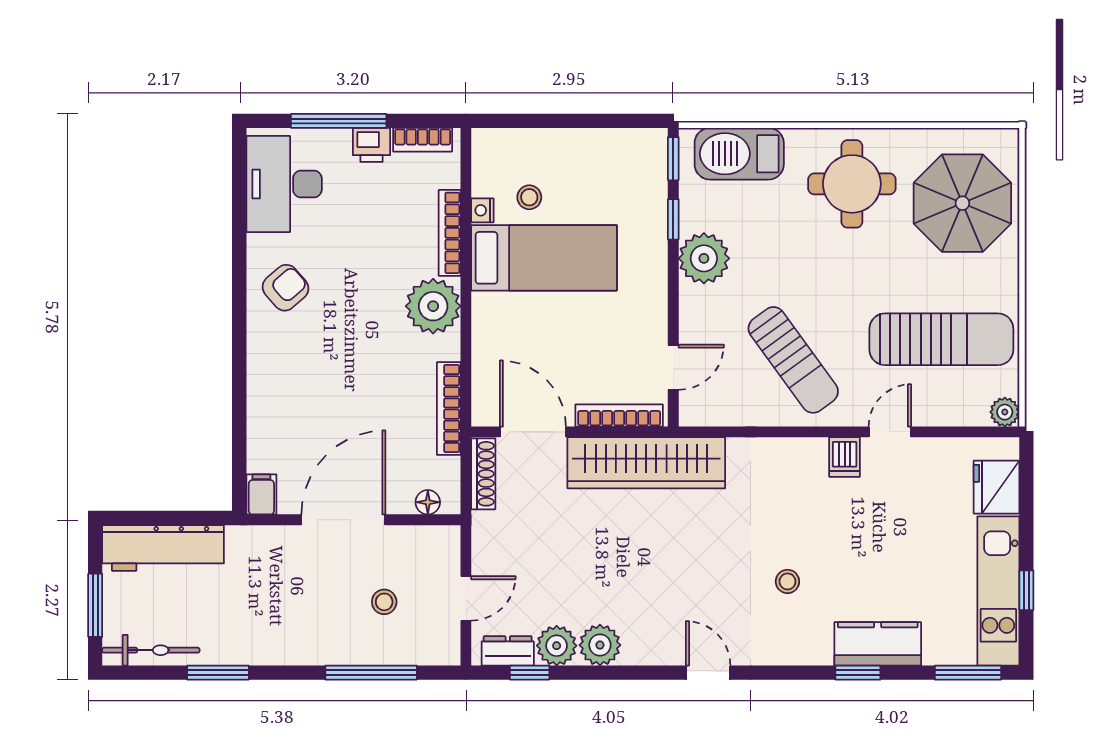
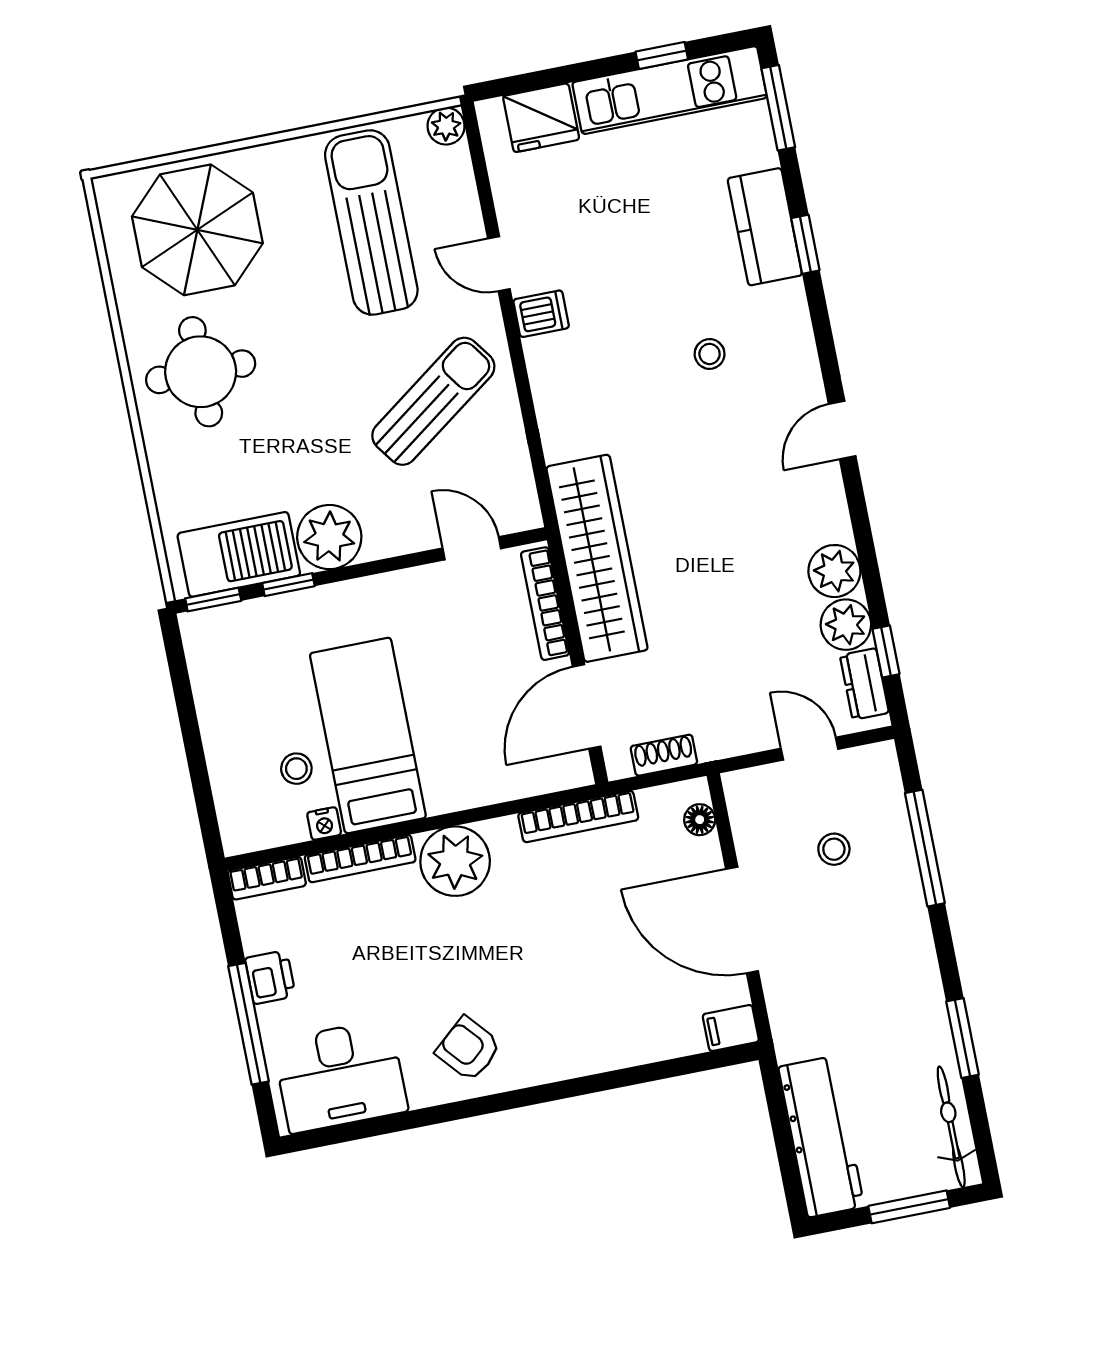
bookcase: (423, 140) -> (267, 878), moved, turned 90
barbecue: (739, 154) -> (239, 554), moved, turned -90
shoe rack: (483, 474) -> (664, 755), width x0.70

